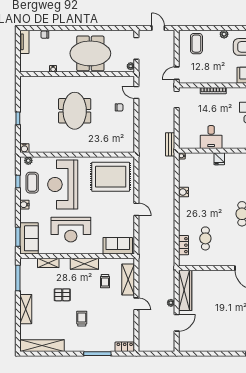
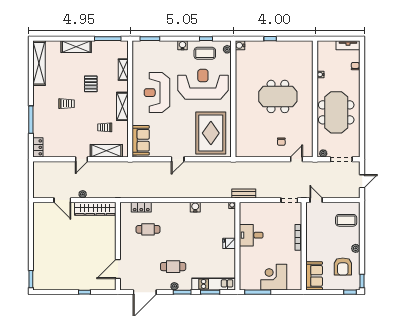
sofa: (29, 238) -> (148, 50), removed

